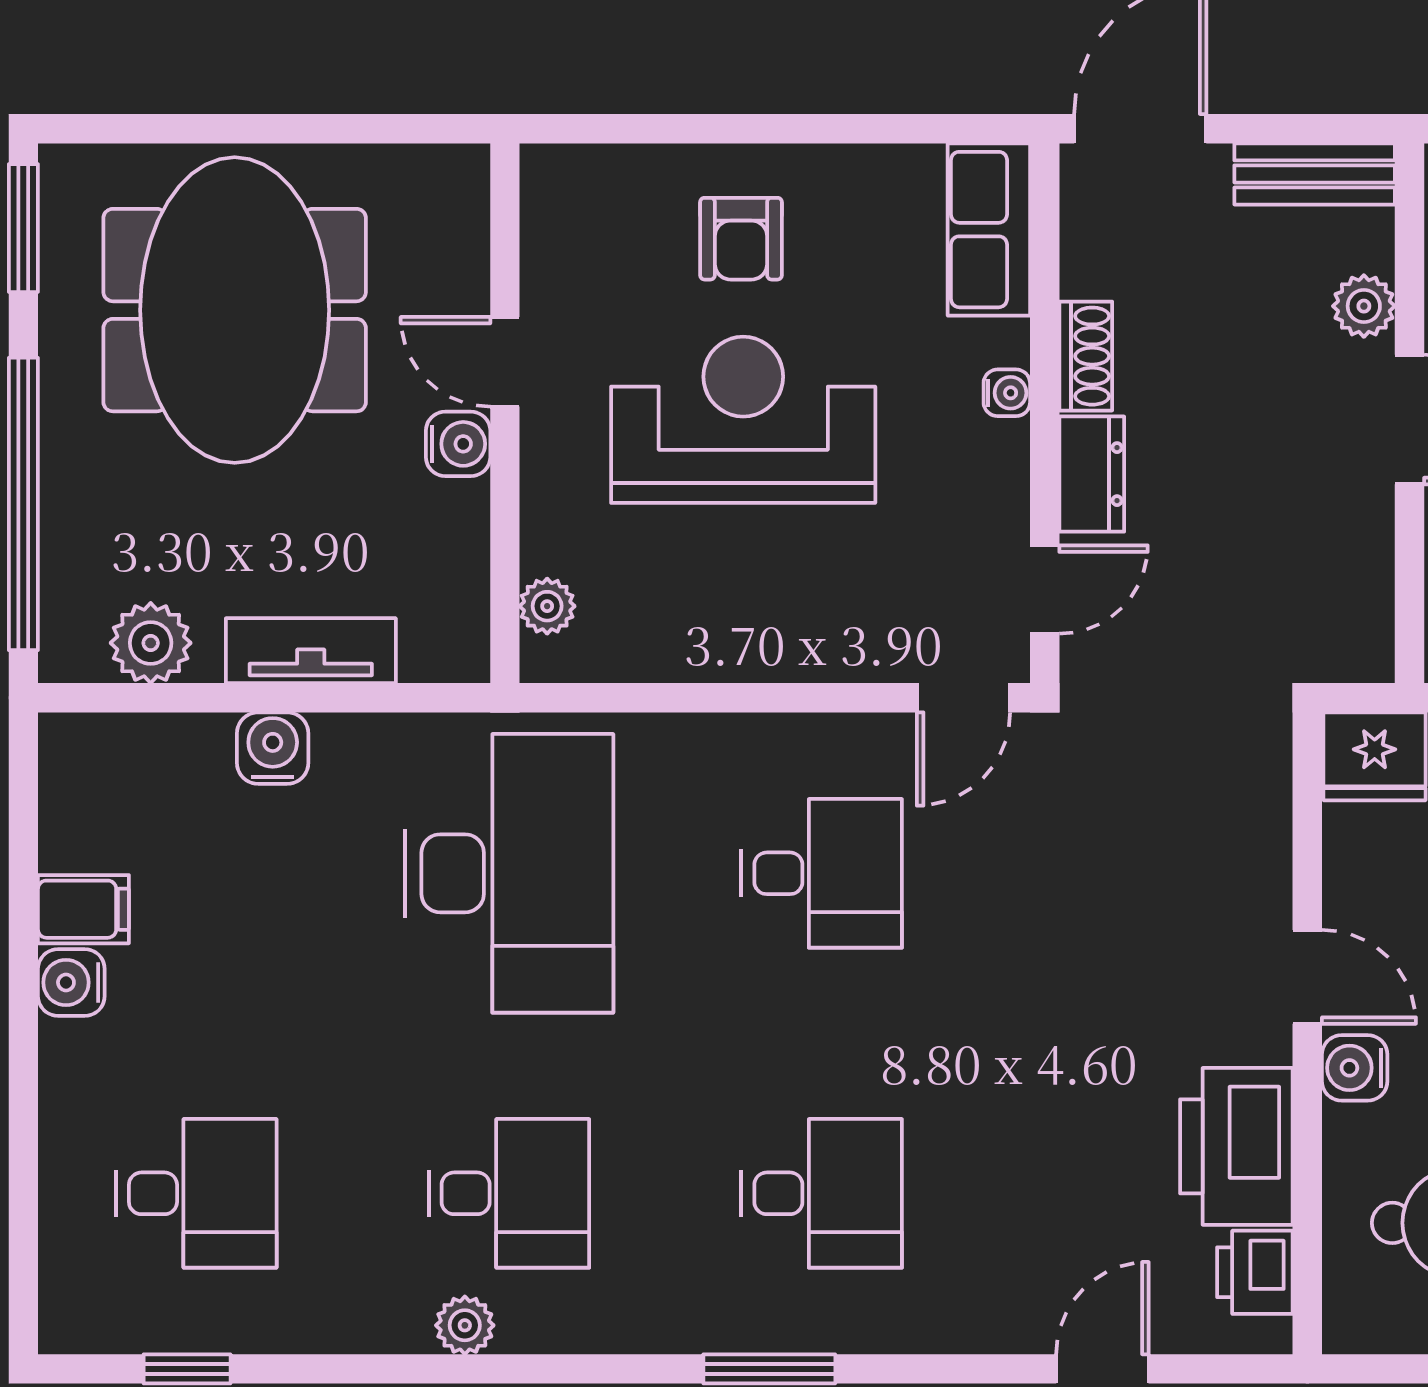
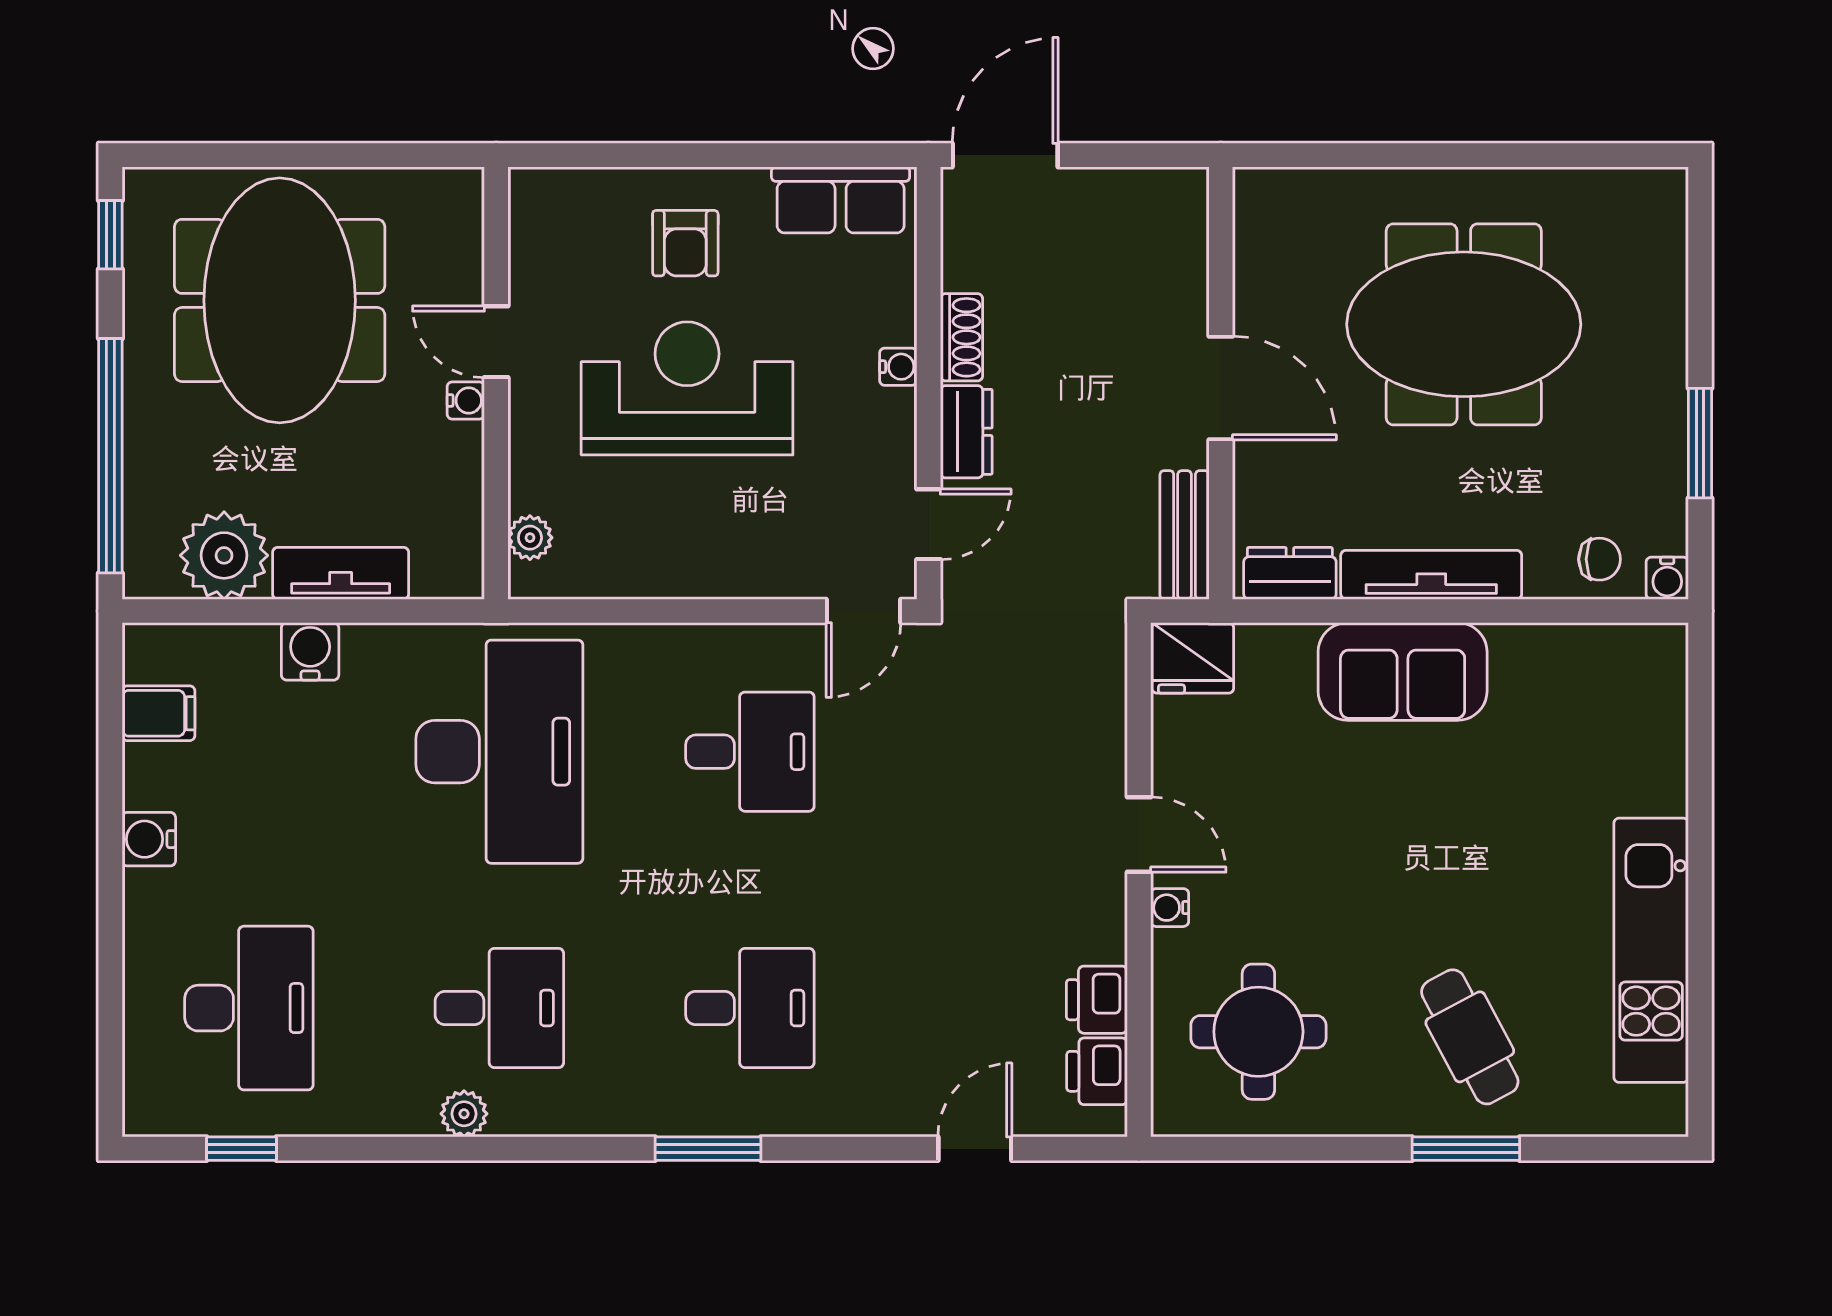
bench: (1315, 174) -> (1185, 535), moved, turned 90
window: (23, 228) -> (110, 235), width x0.67
row of seats: (989, 230) -> (841, 200), moved, turned -90
plant: (1364, 306) -> (1184, 297), removed
water cooler: (458, 444) -> (466, 400), width x0.72, depth x0.72
plant: (151, 643) -> (224, 555), width x1.36, depth x1.36
filing cabinet: (83, 909) -> (158, 713), moved
water cooler: (1355, 1068) -> (1170, 908), width x0.72, depth x0.72
printer: (1236, 1146) -> (1097, 1000), width x0.53, depth x0.68
desk: (196, 1193) -> (249, 1008), width x1.37

